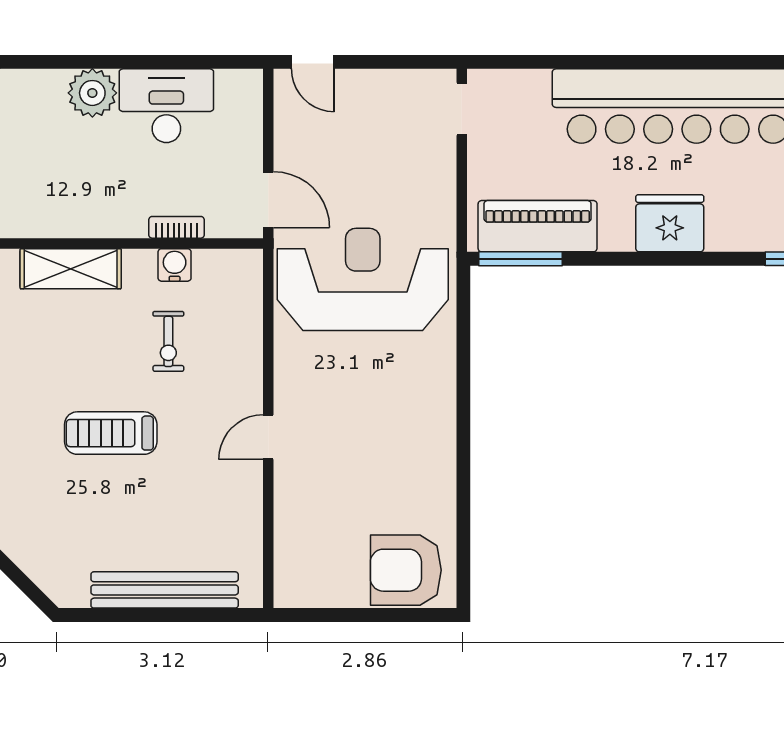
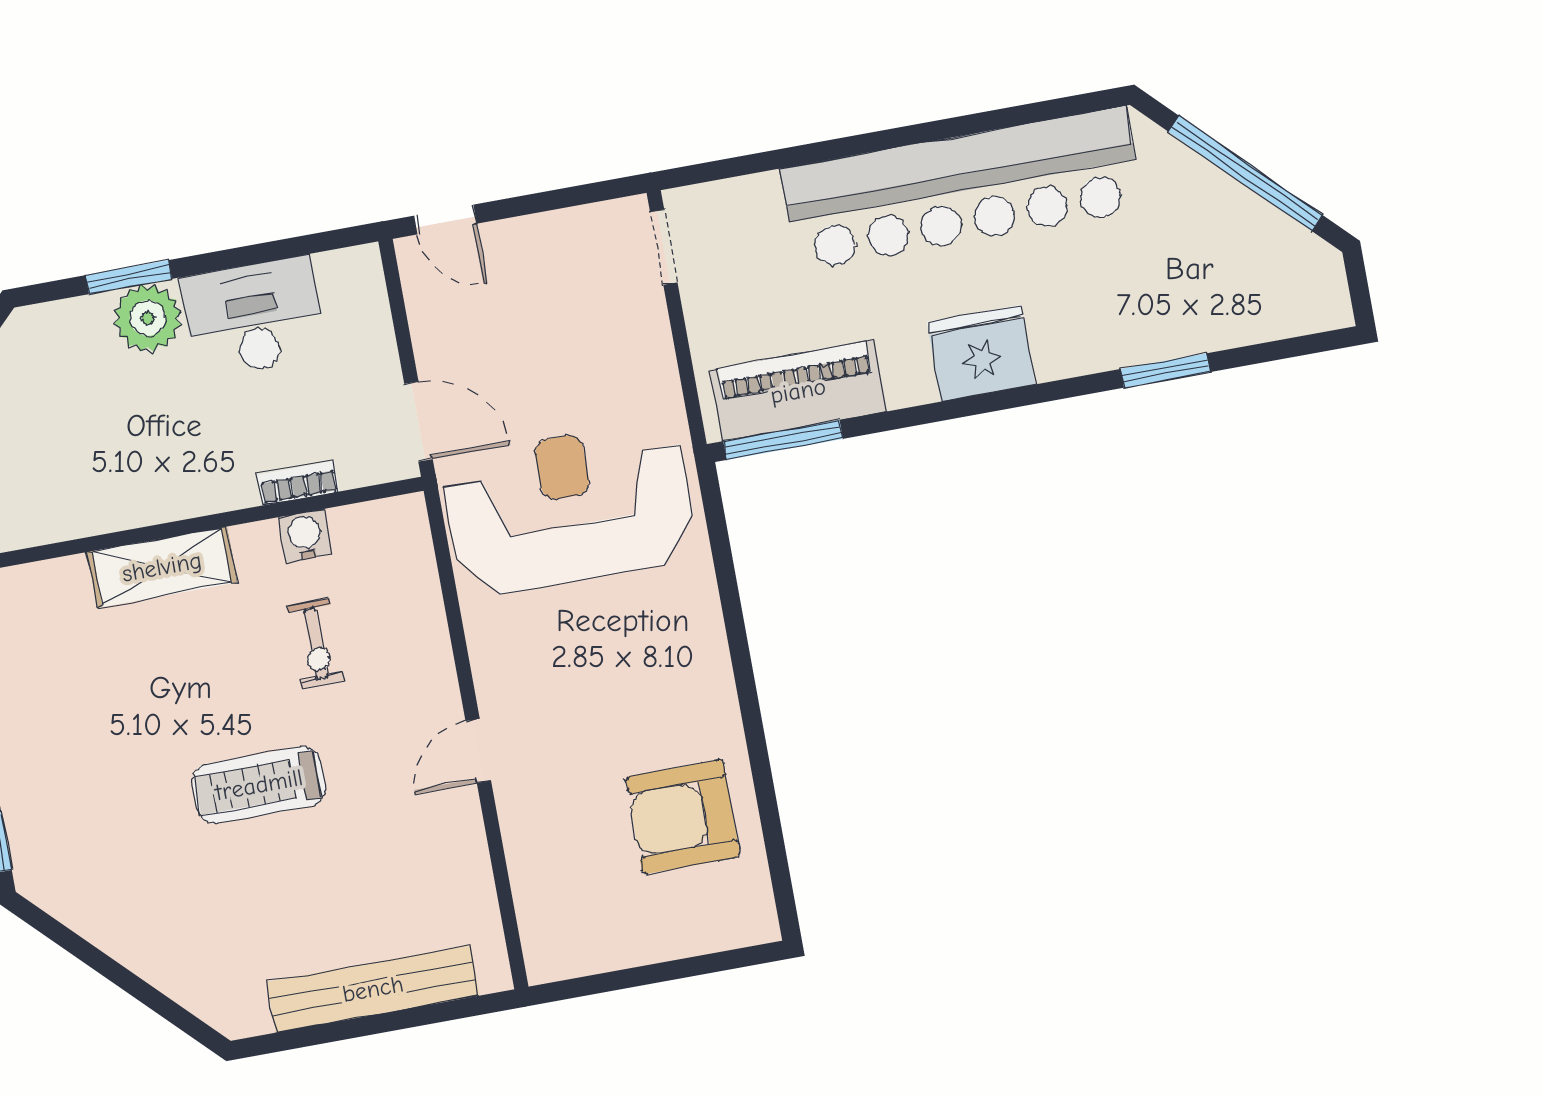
window: (84, 62) -> (129, 277), added
armchair: (406, 570) -> (683, 817), moved

